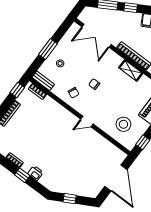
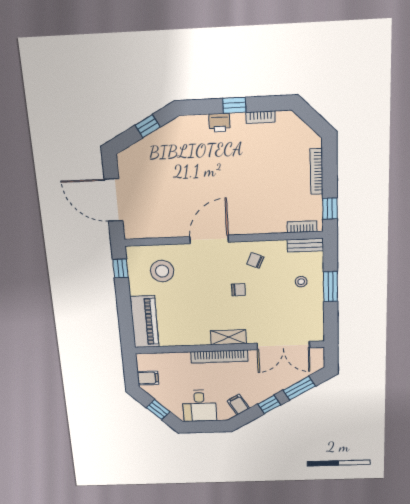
double door: (96, 36) -> (283, 346), swing flipped
shelving: (131, 70) -> (228, 337), moved
door: (87, 122) -> (209, 239), width x1.88

